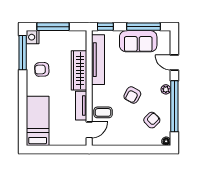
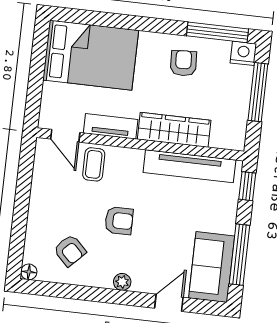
sofa: (138, 41) -> (212, 267), moved
armchair: (132, 95) -> (119, 221), turned 151
window: (174, 106) -> (90, 294), removed
bed: (38, 121) -> (91, 55), width x1.50

